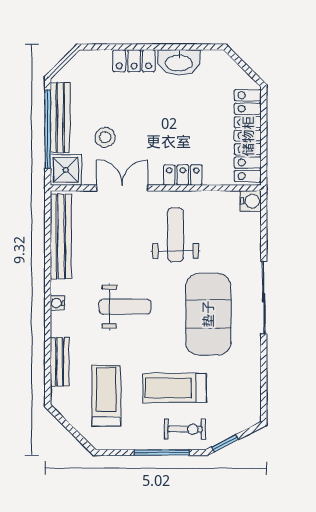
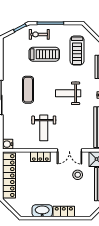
exercise mat: (208, 314) -> (28, 90), width x0.50, depth x0.69

